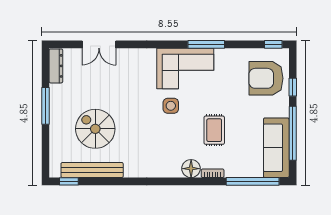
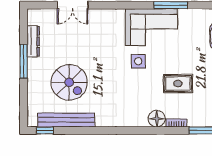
dresser: (56, 66) -> (33, 41), moved
spiral stairs: (95, 129) -> (69, 82), turned 180
rug: (214, 130) -> (178, 84), turned 90

